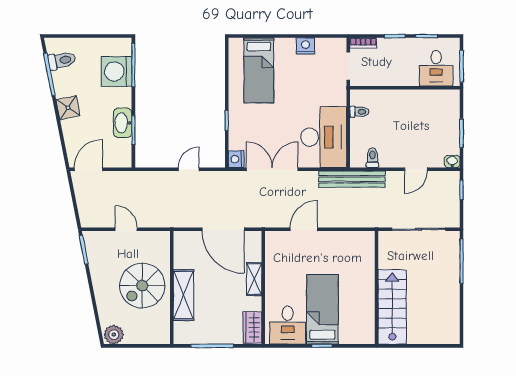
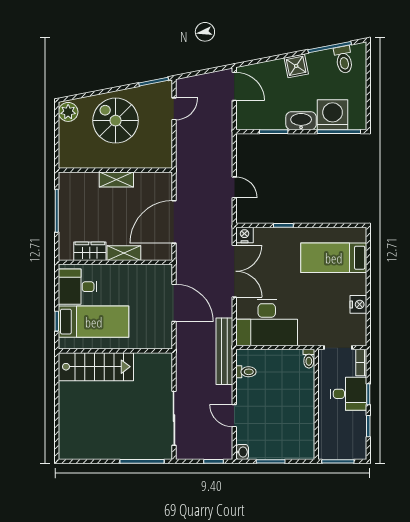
desk: (436, 68) -> (349, 394), moved, turned 180
toilet: (359, 112) -> (309, 359), moved
washbasin: (123, 123) -> (301, 121), moved
door: (126, 229) -> (174, 109), moved
door: (304, 229) -> (174, 303), width x1.36
spiral stairs: (142, 286) -> (116, 121), moved
wall: (377, 288) -> (115, 351), moved
shelving: (184, 295) -> (116, 179), width x0.67, depth x0.75
stairs: (392, 307) -> (96, 367), moved
wardrobe: (252, 328) -> (90, 251), moved

